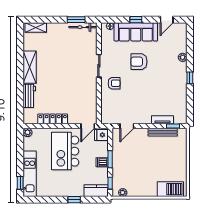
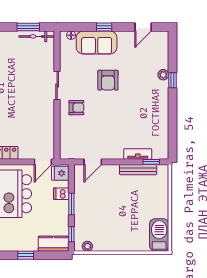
sofa: (136, 32) -> (97, 43), width x0.73
armchair: (139, 62) -> (108, 80), turned -90
window: (190, 78) -> (173, 80), moved
dishwasher: (102, 162) -> (61, 194), moved
barbecue: (170, 189) -> (159, 235), moved, turned -90

